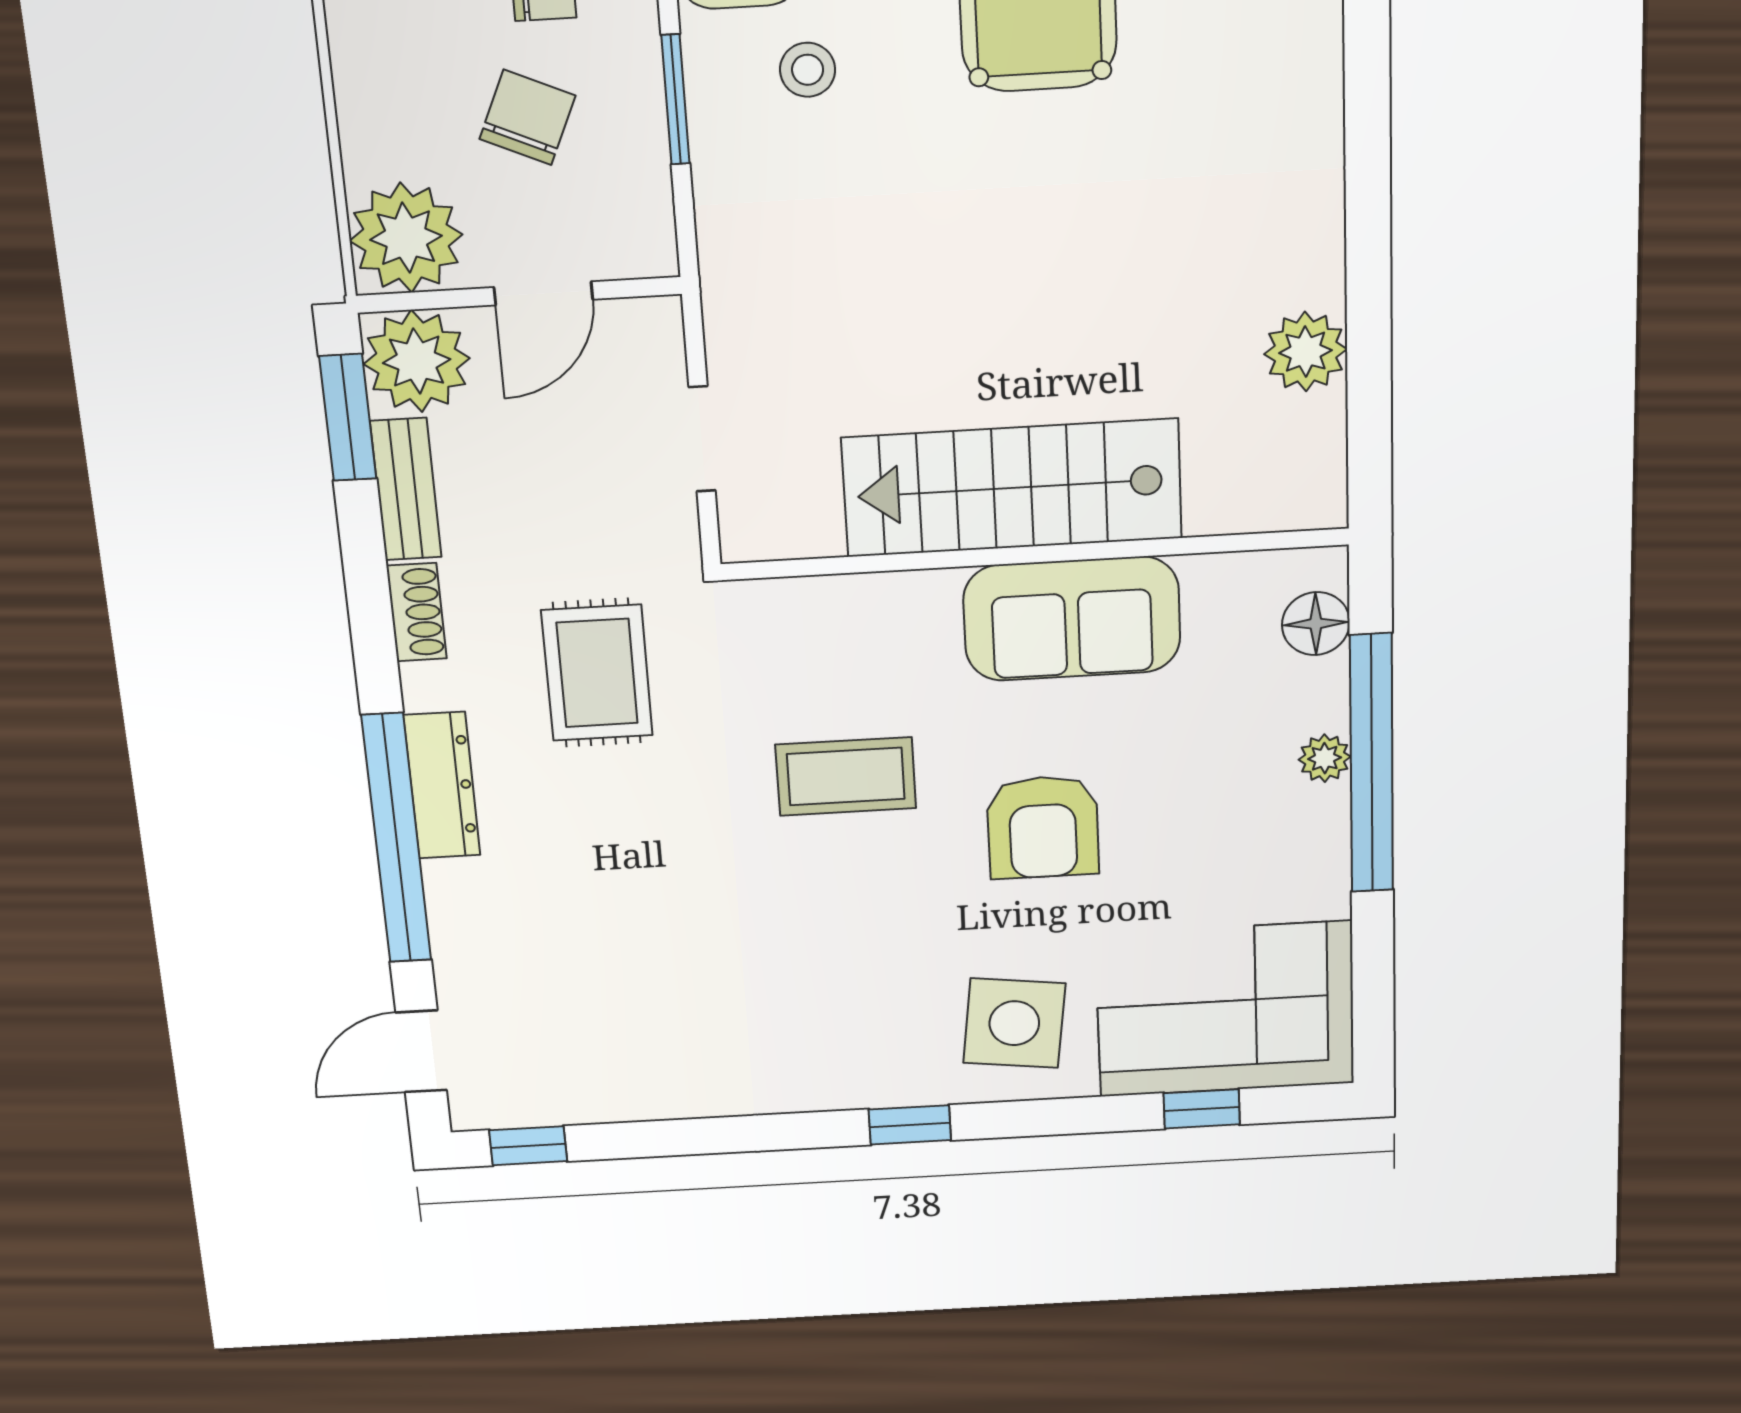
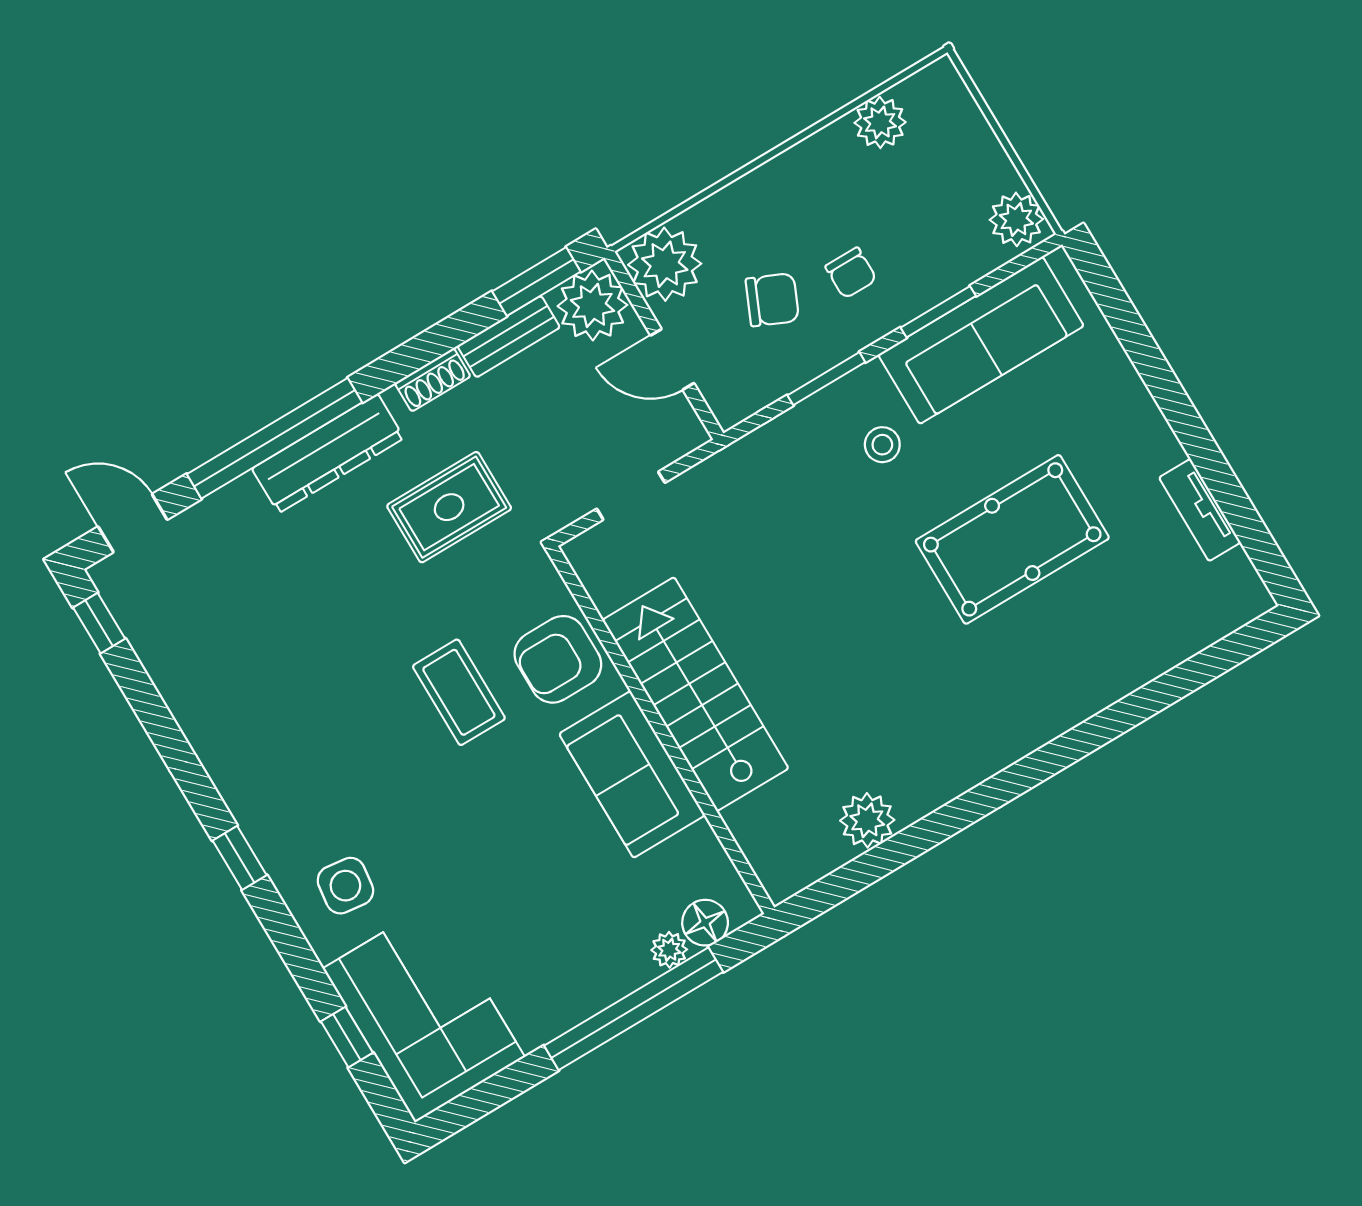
plant: (1325, 758) -> (669, 950), moved
dresser: (442, 785) -> (328, 453), width x1.37, depth x1.24
armchair: (1043, 827) -> (558, 659), moved
side table: (1014, 1023) -> (345, 886), width x0.73, depth x0.73

